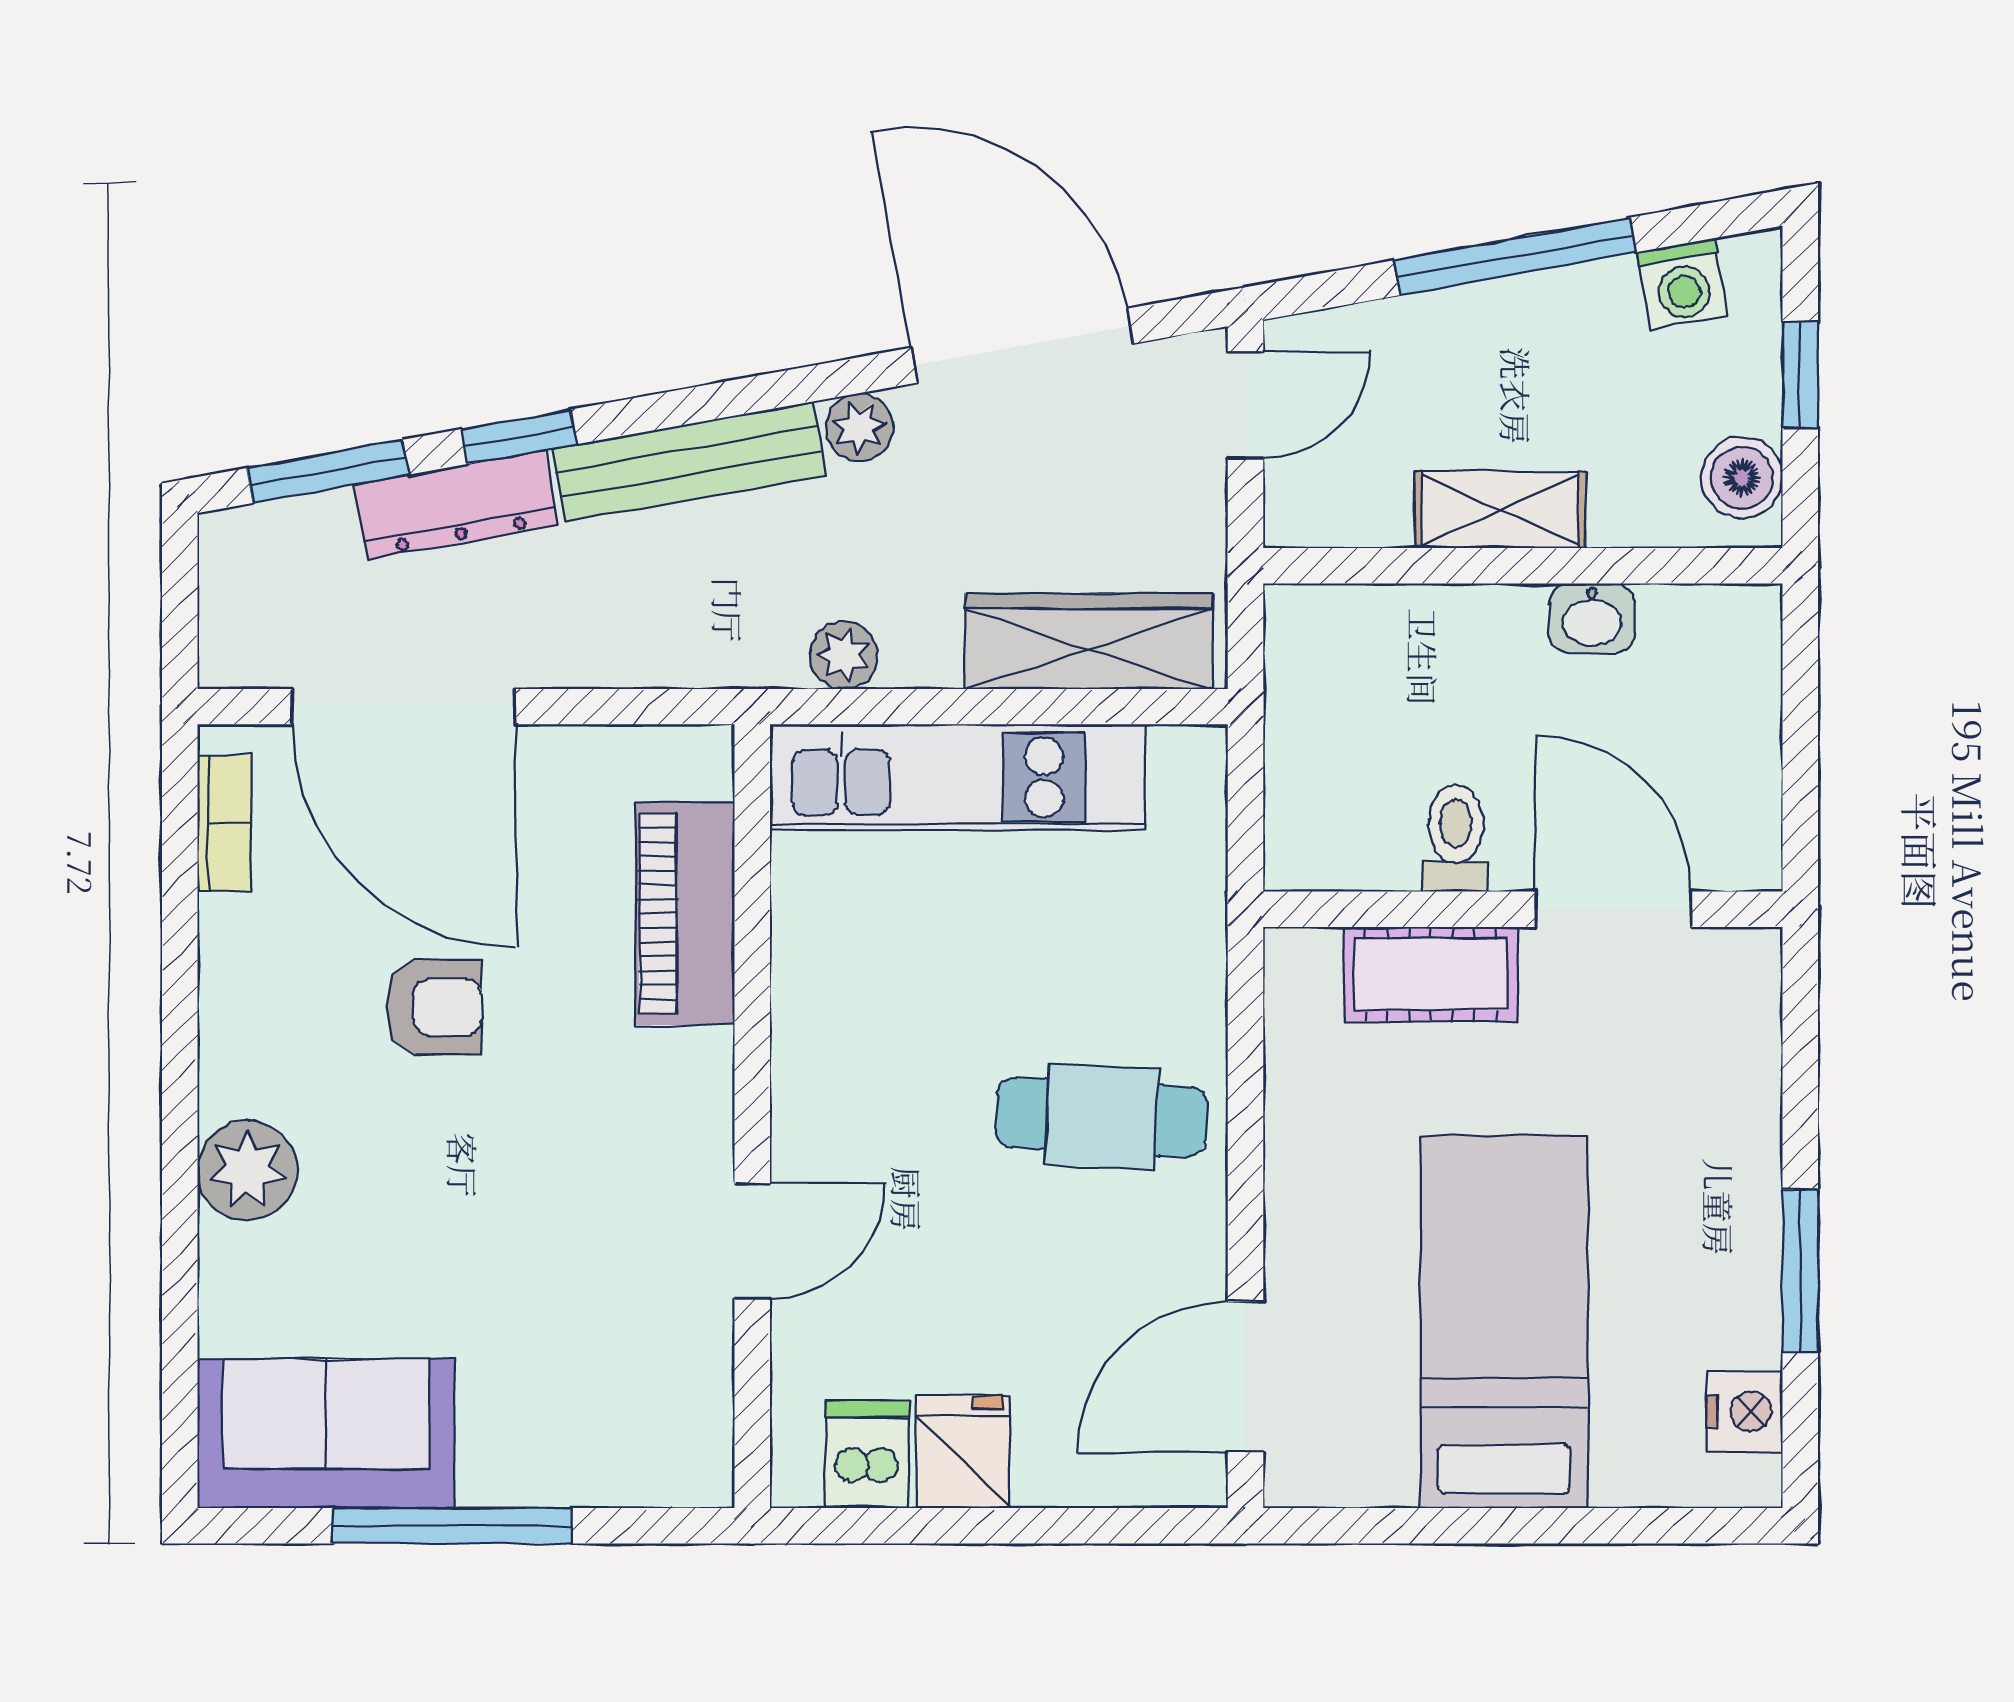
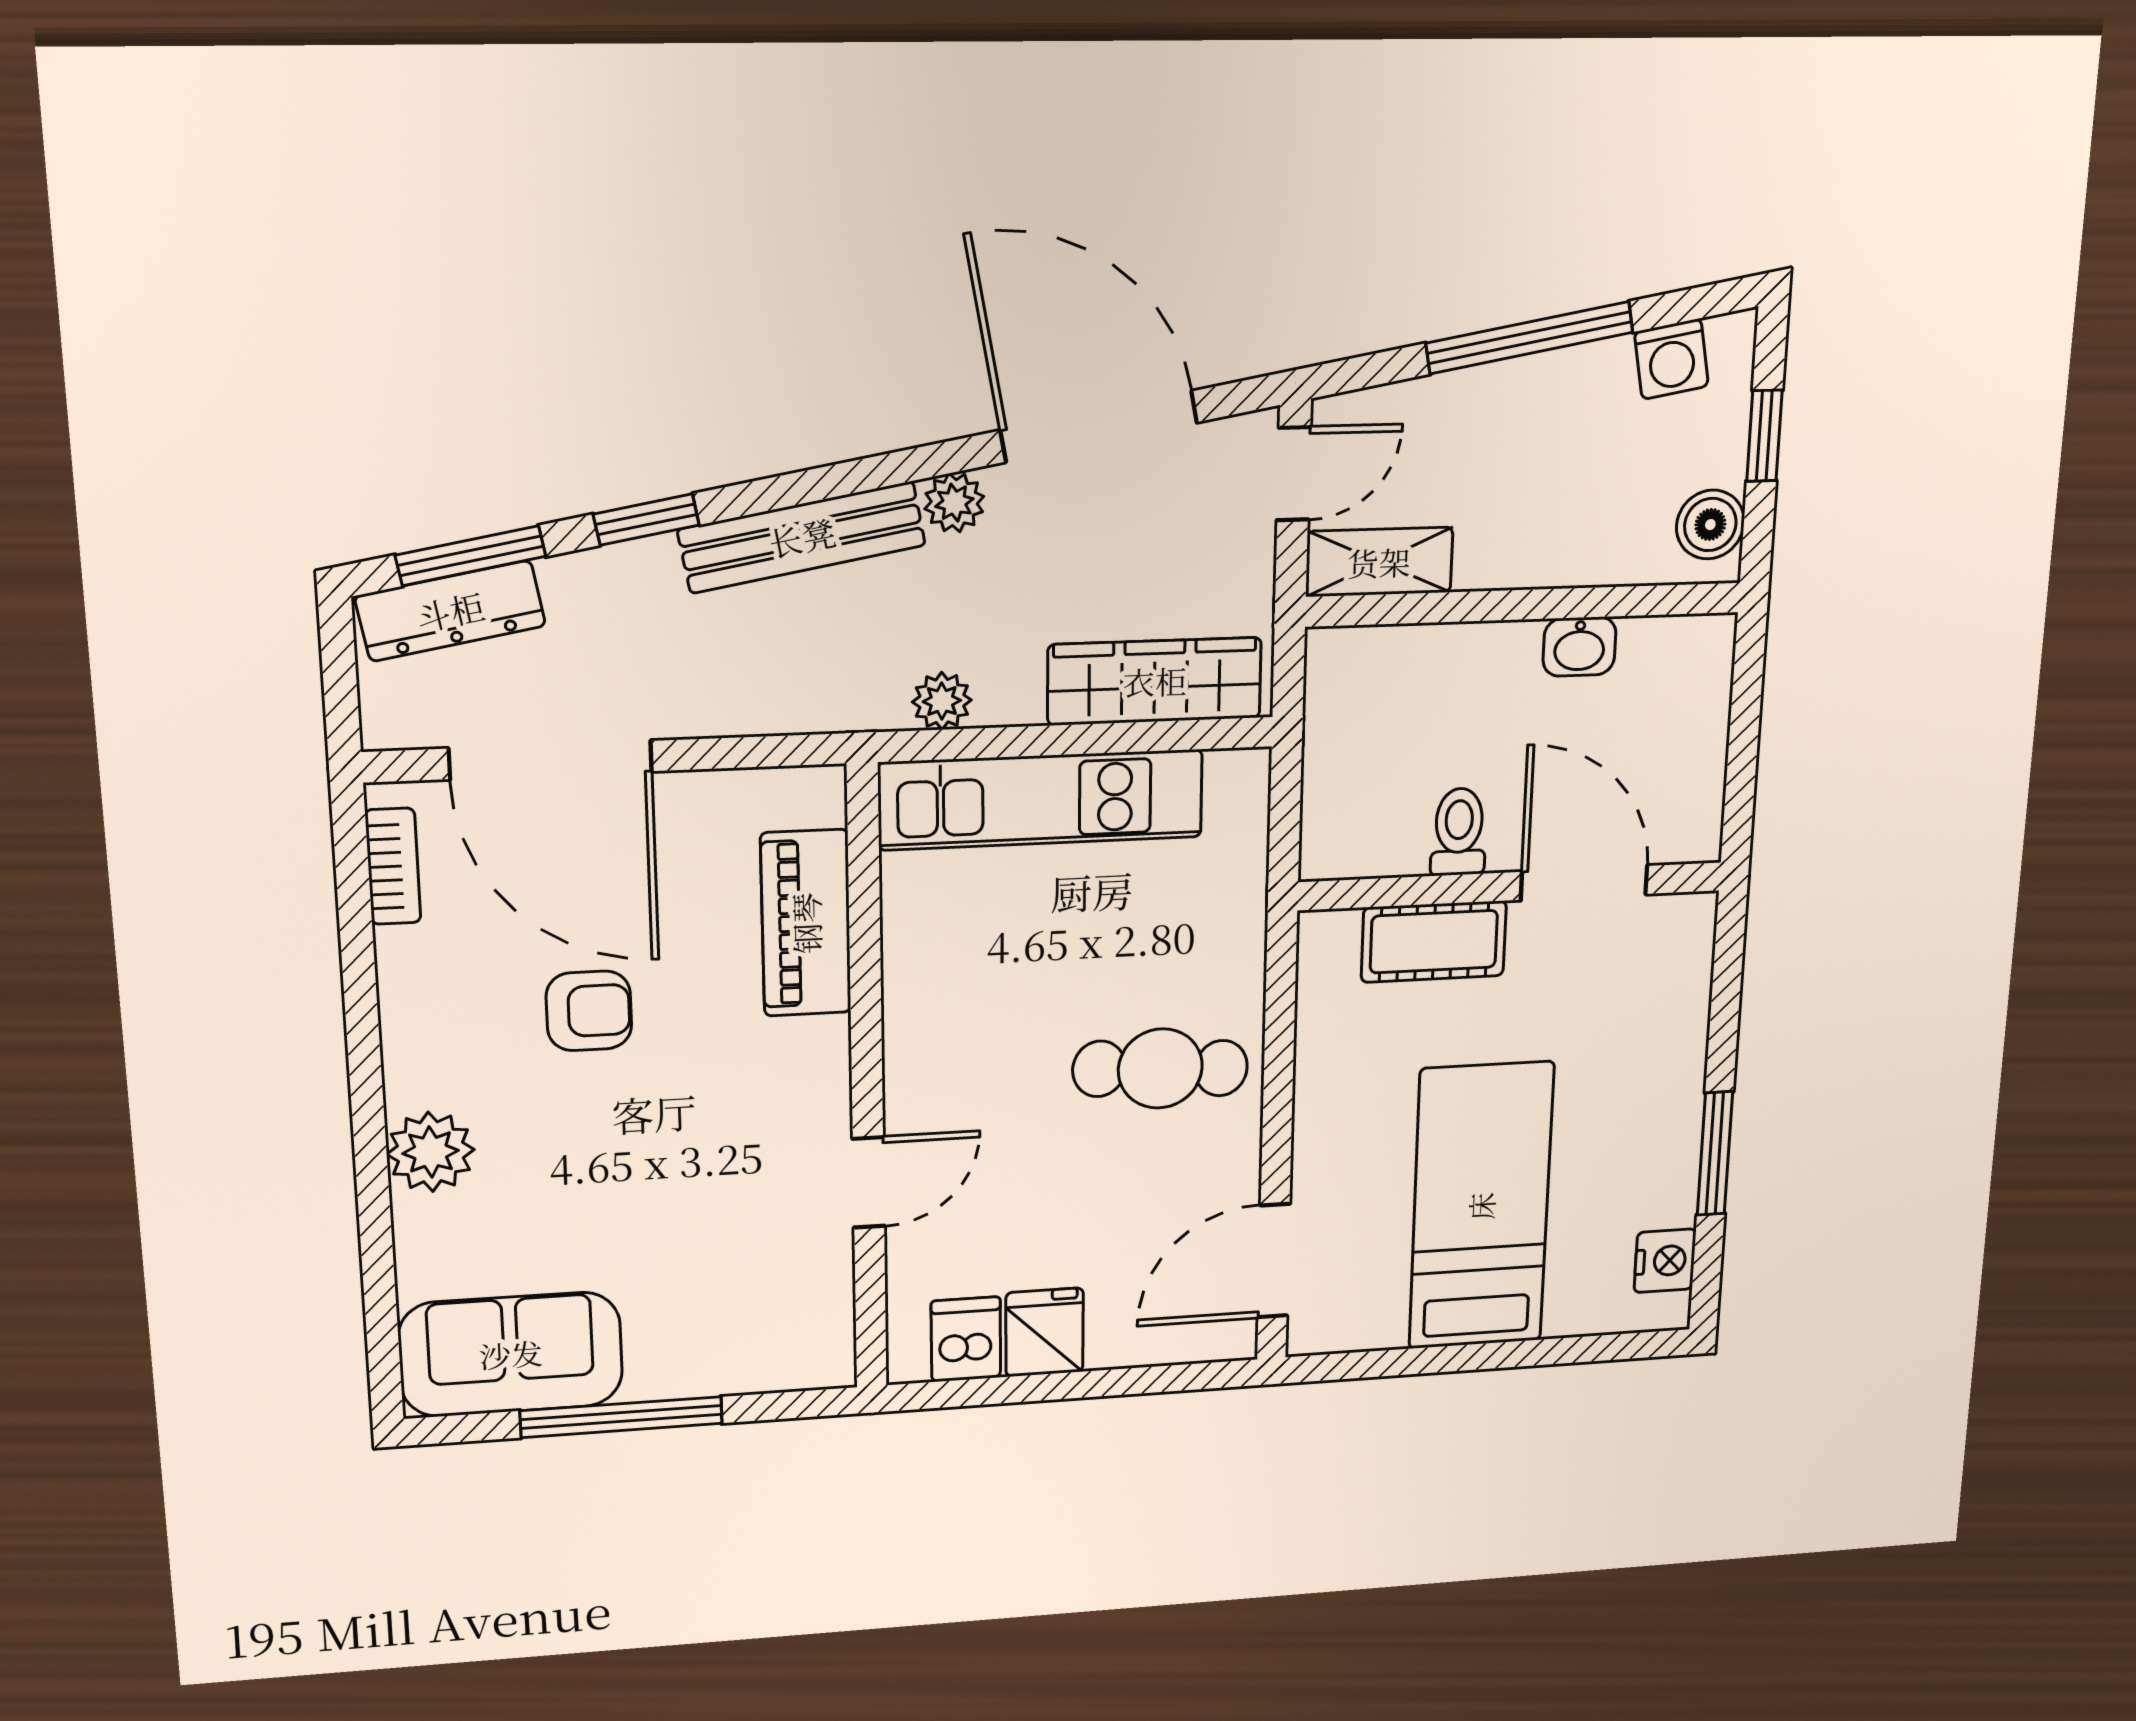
dresser: (456, 505) -> (450, 611), moved
shelving: (1500, 510) -> (1379, 562), moved

